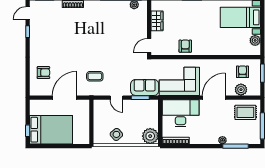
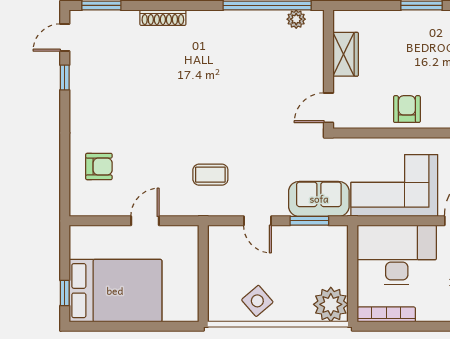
door: (65, 98) -> (145, 221), width x0.53

